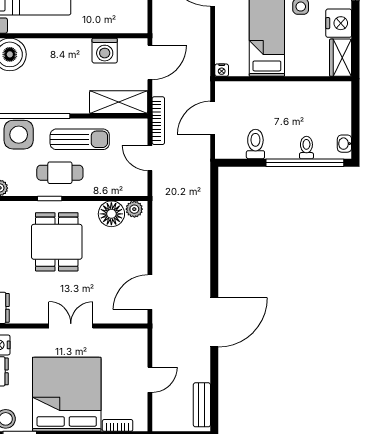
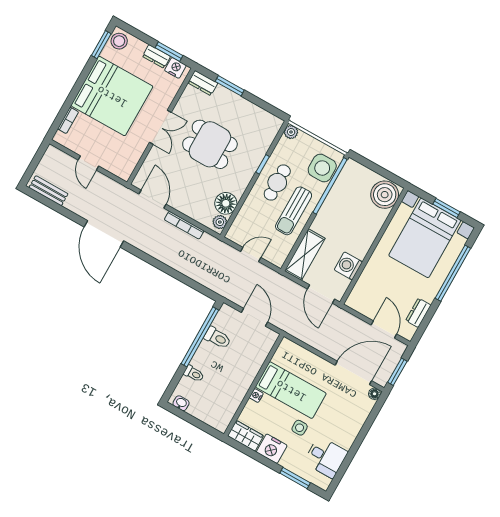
nightstand: (222, 70) -> (256, 396), moved
bookcase: (158, 121) -> (184, 225), moved
window: (305, 163) -> (200, 337), moved
dining table: (57, 242) -> (210, 144), moved

